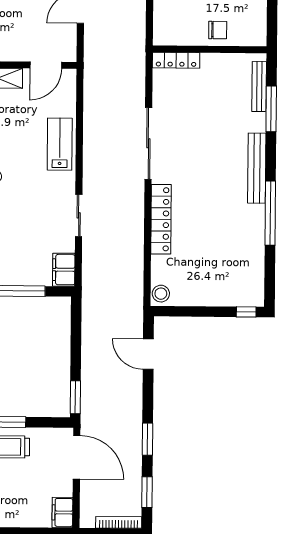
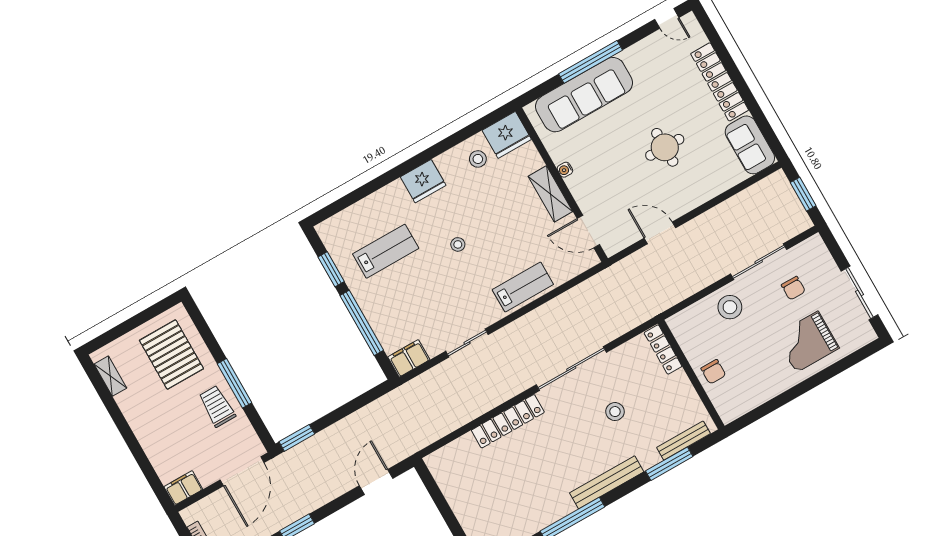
stool: (161, 294) -> (615, 412), moved

